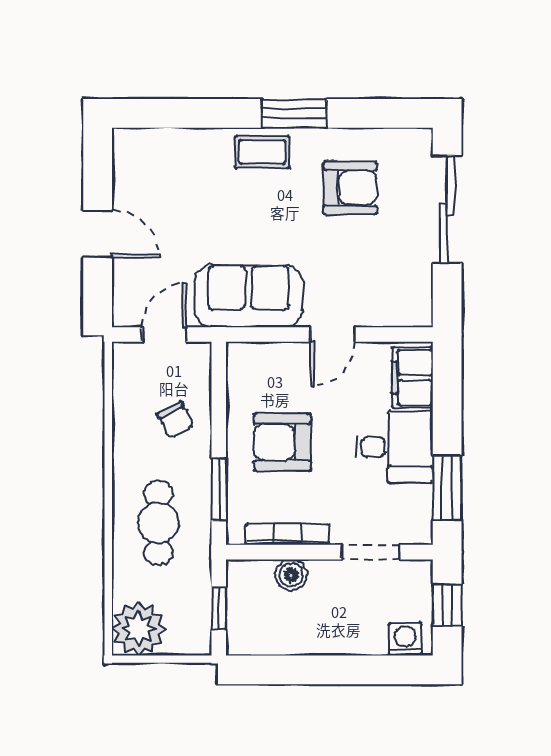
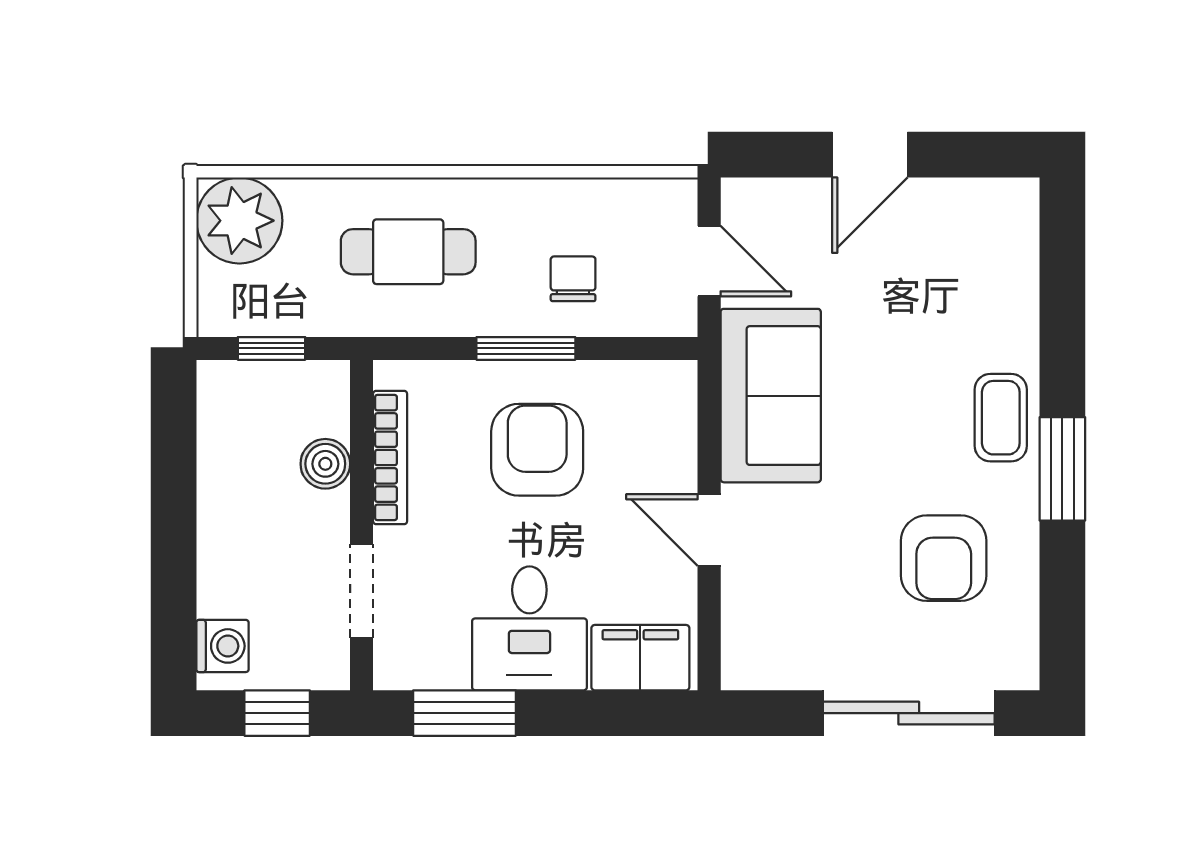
chair: (175, 420) -> (573, 279), turned 118
window: (219, 489) -> (526, 348), moved

